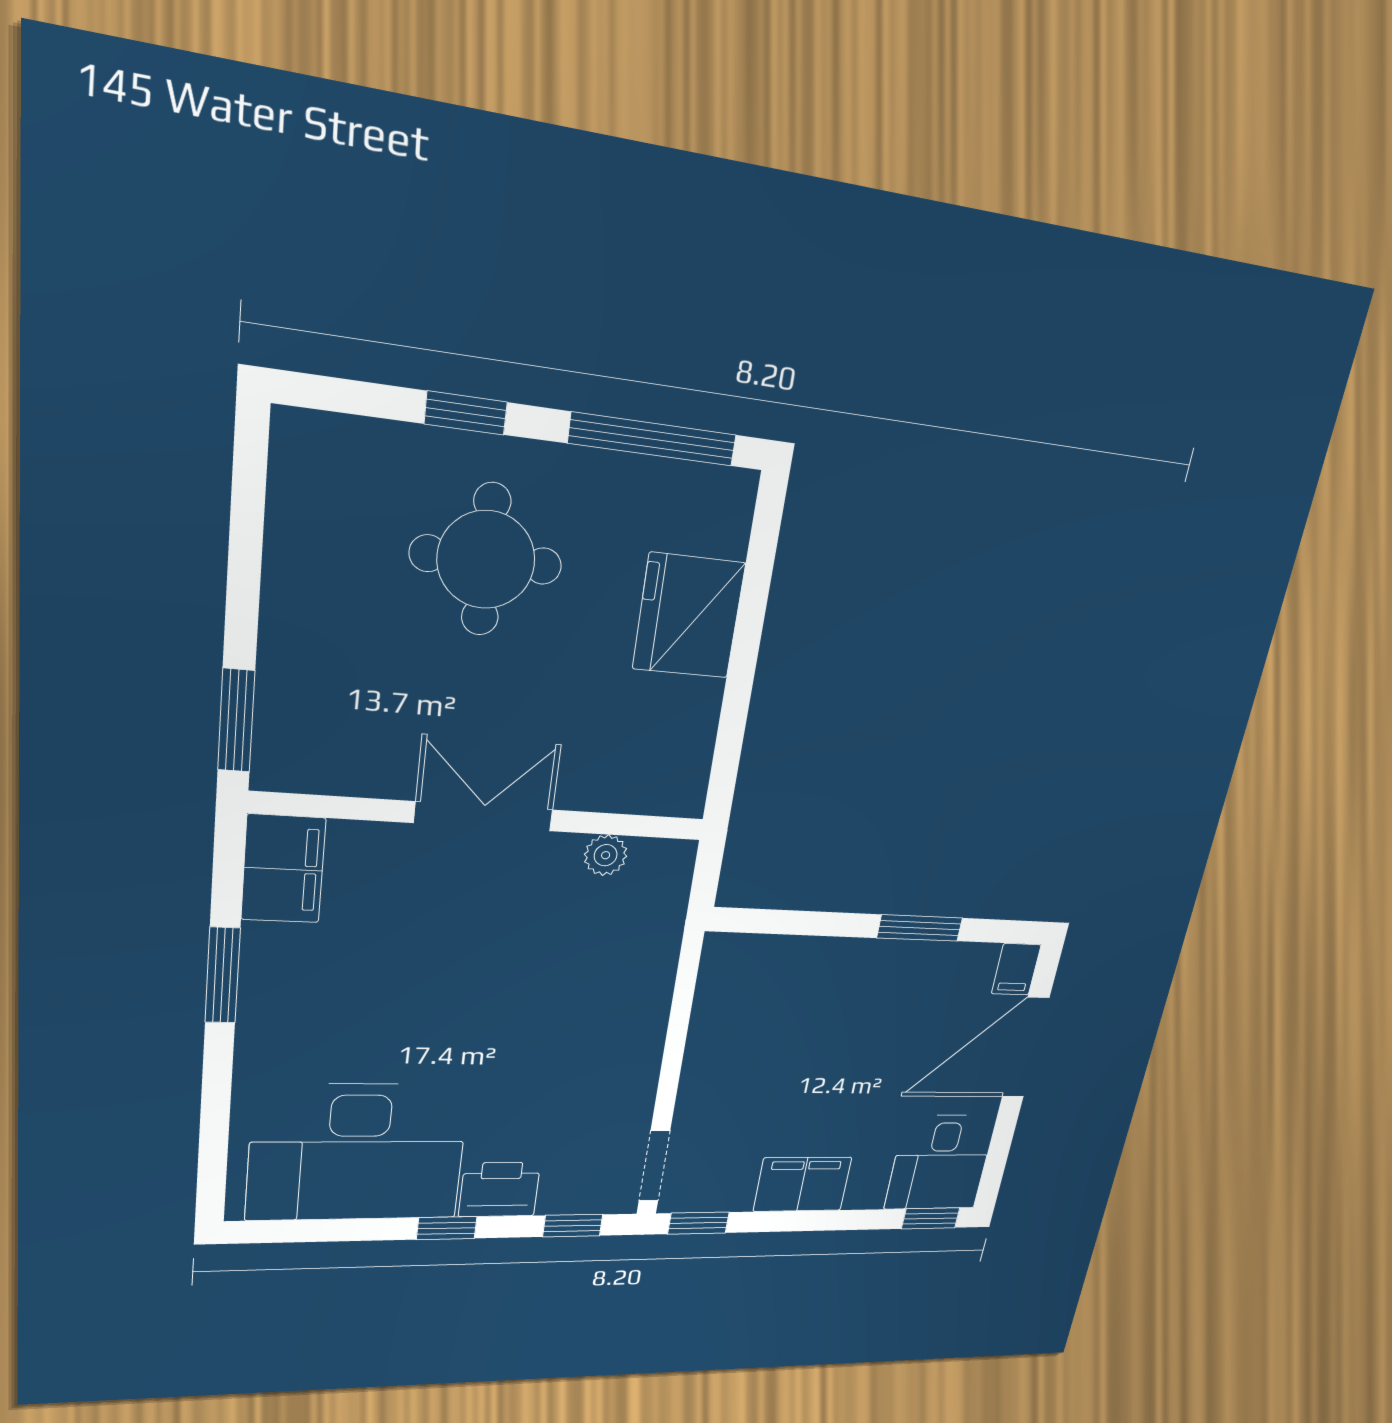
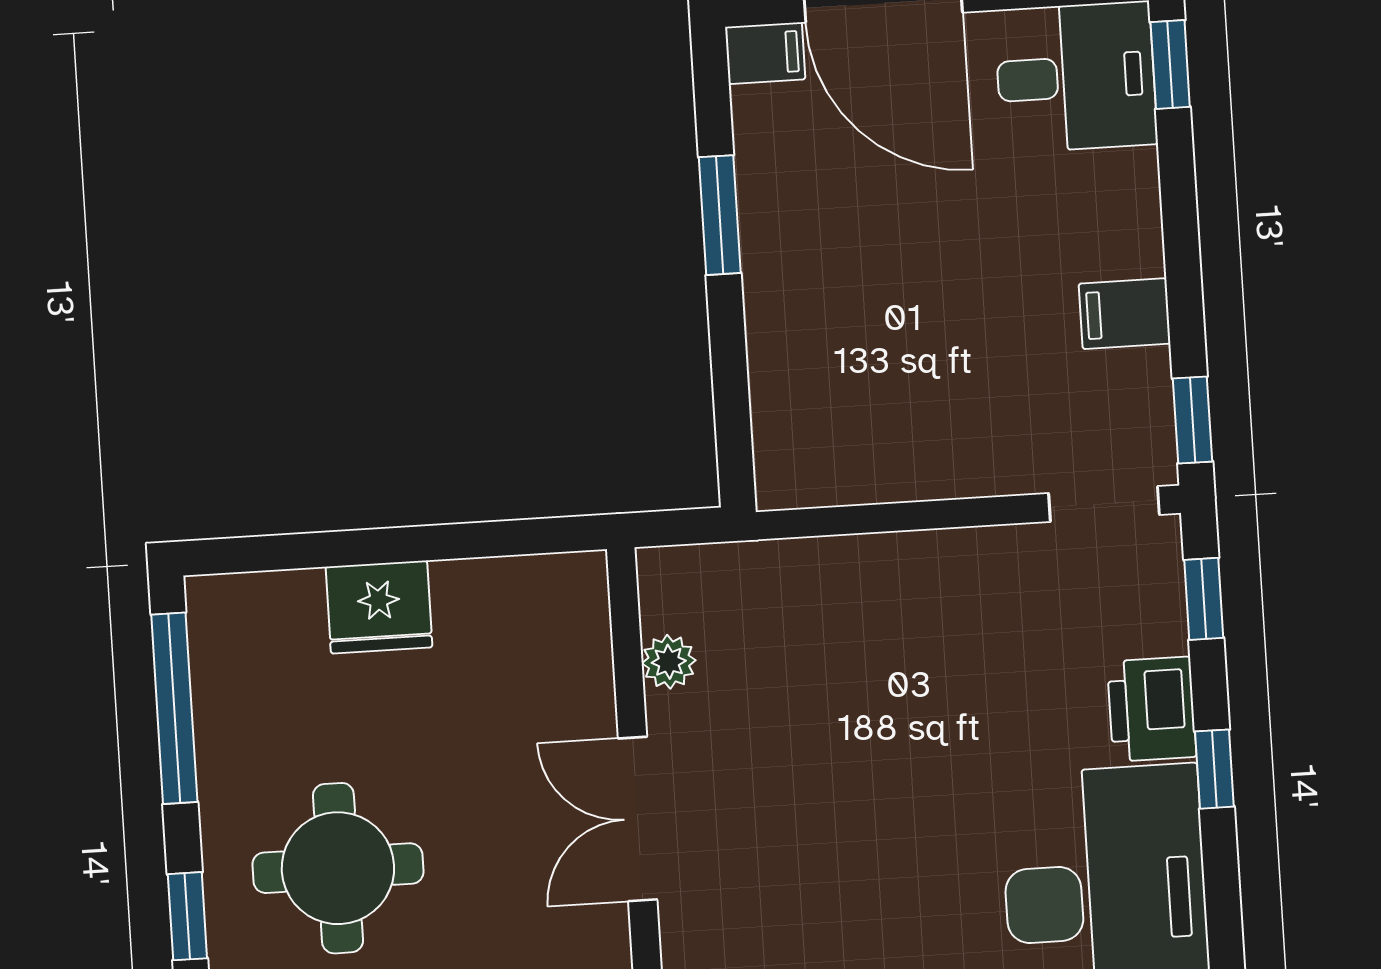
fridge: (689, 616) -> (379, 607), width x0.73, depth x0.75
filing cabinet: (802, 1184) -> (1125, 314), width x0.50

